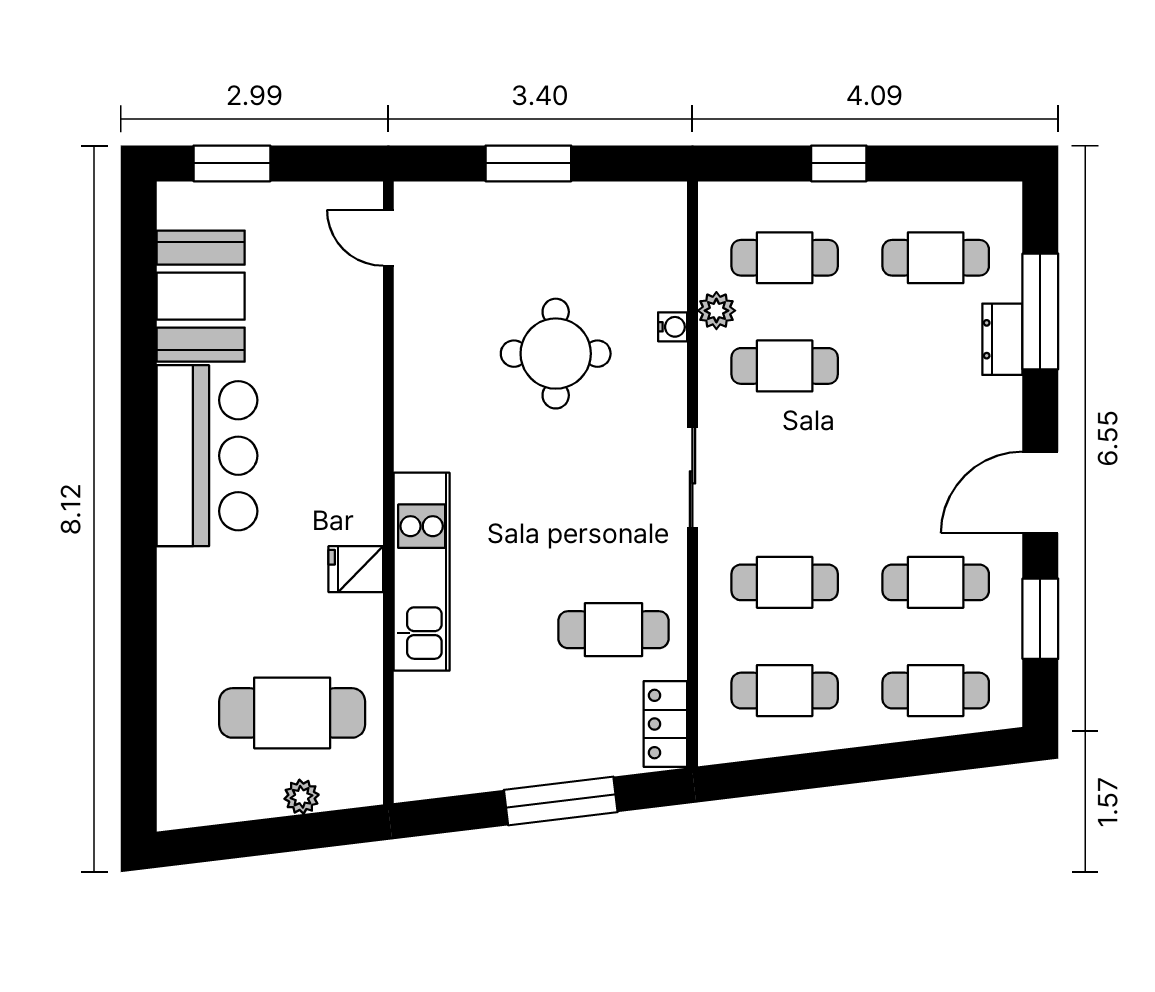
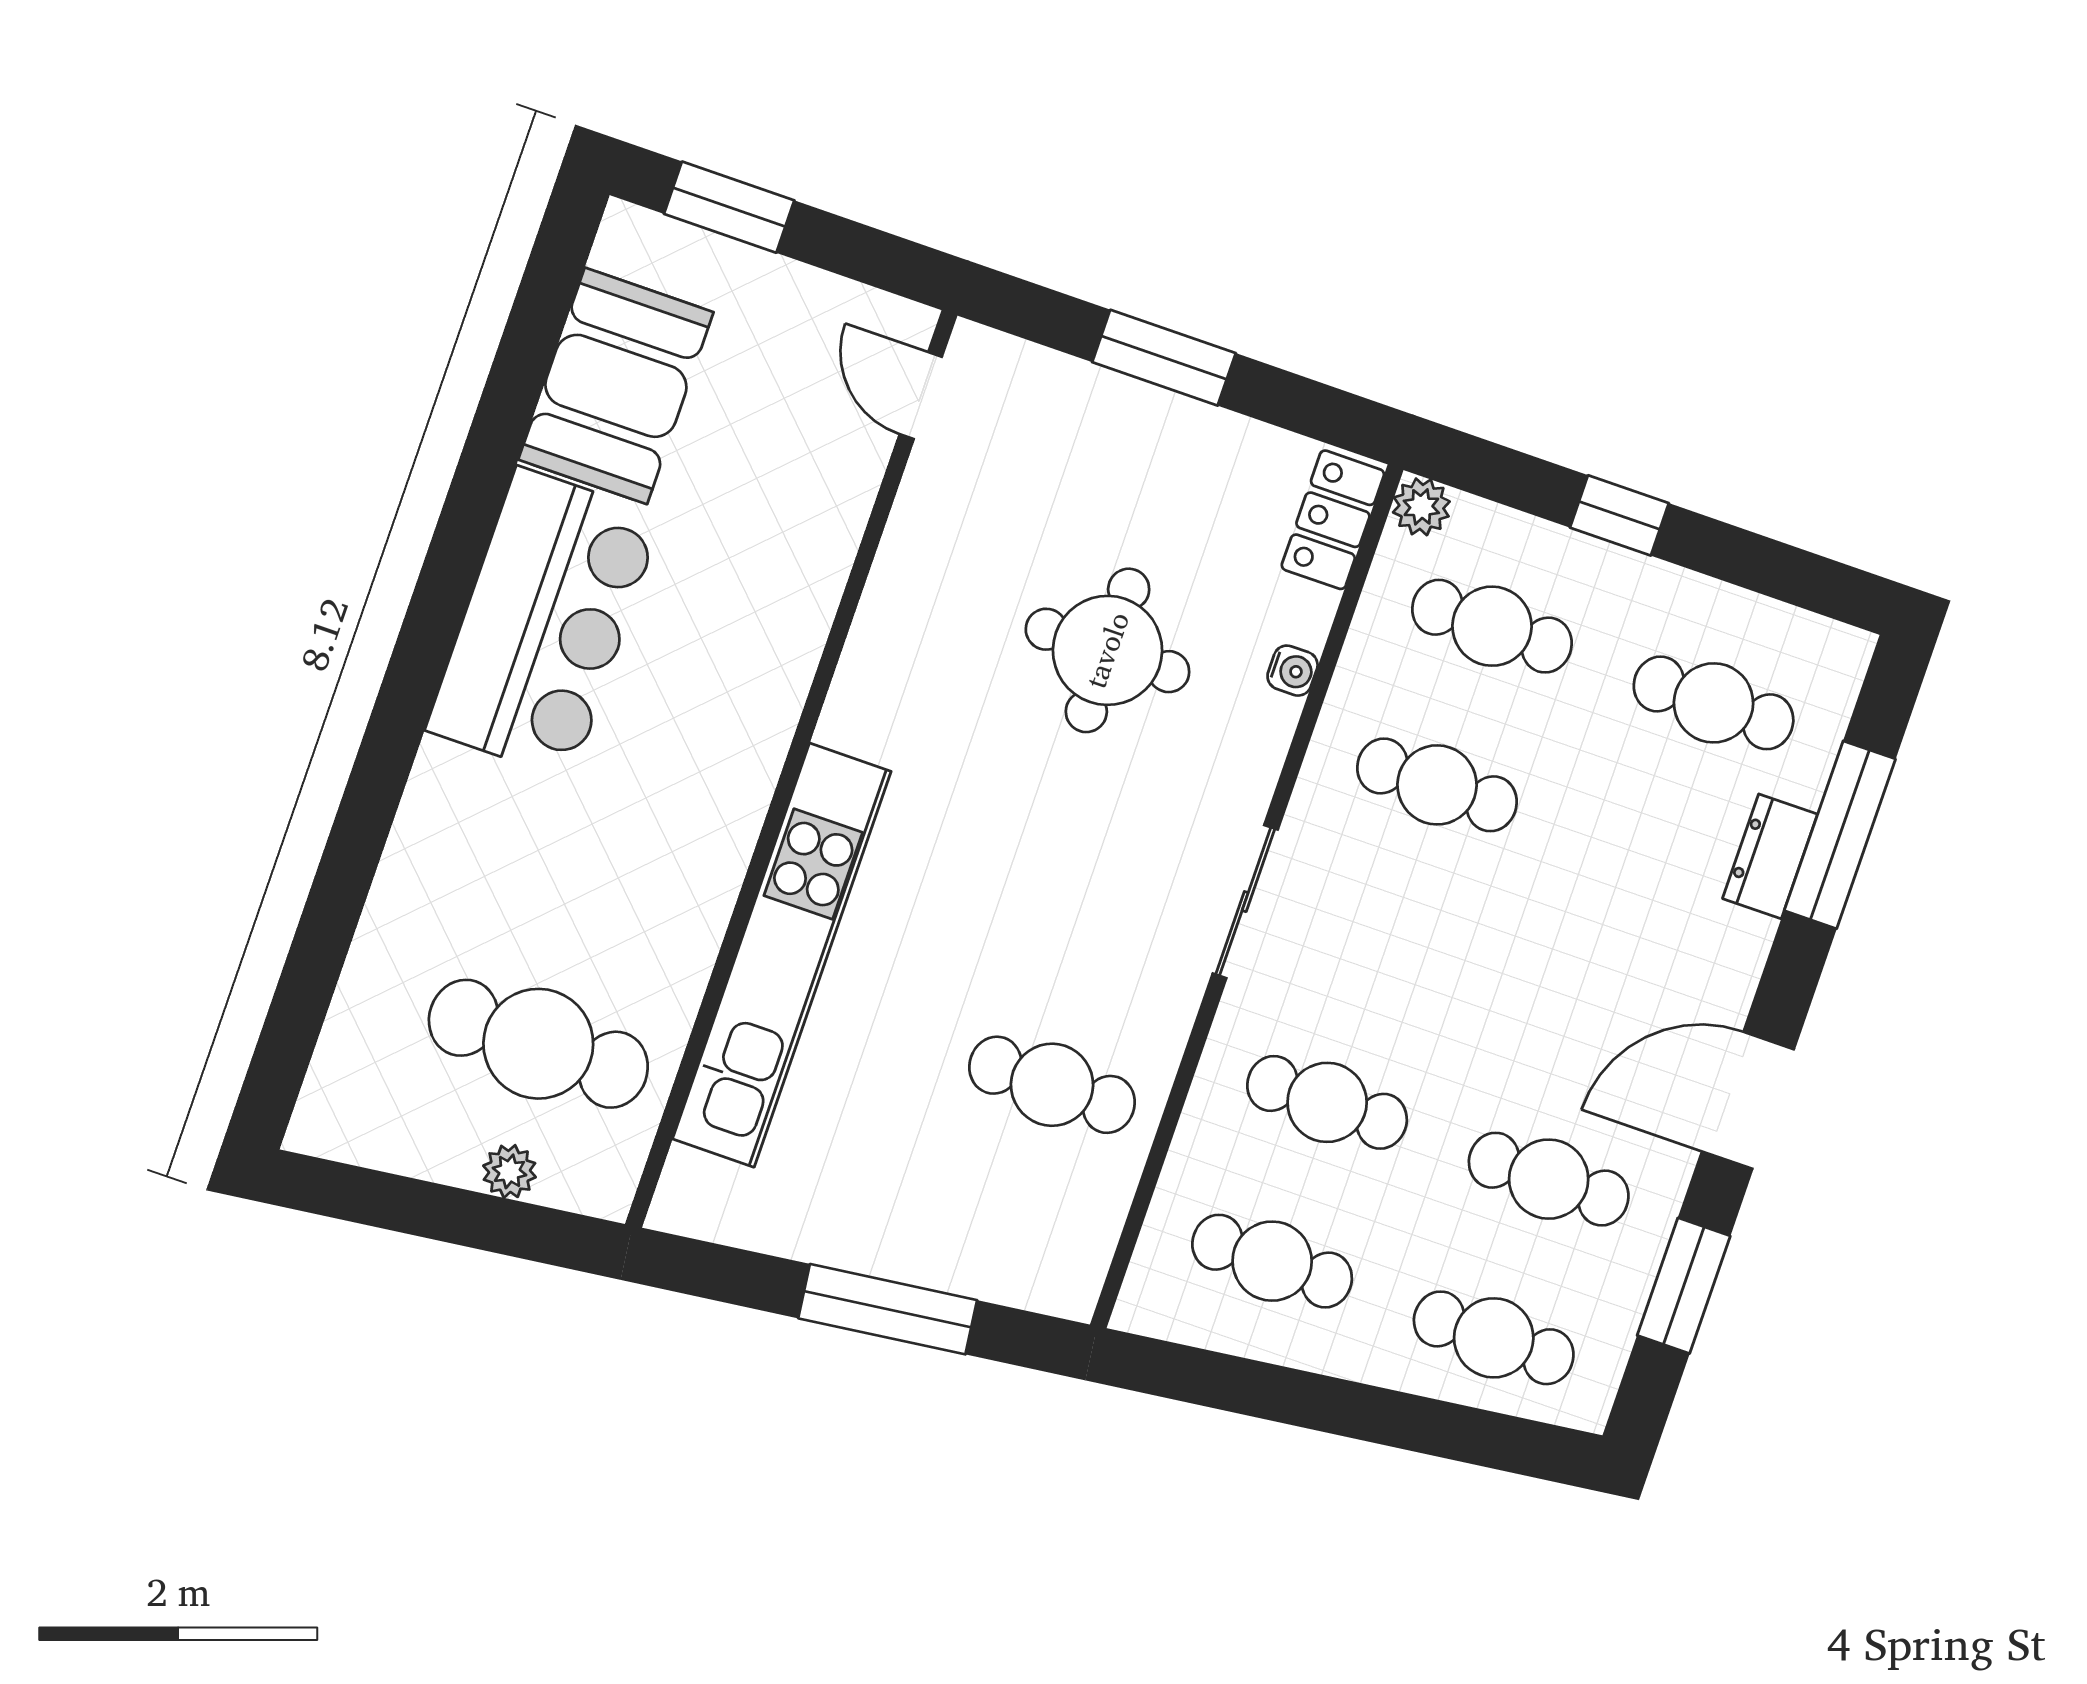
plant: (716, 311) -> (1421, 507), moved
fridge: (356, 569) -> (705, 865), removed
kitchen unit: (422, 572) -> (782, 955), width x1.36
locker: (665, 724) -> (1333, 520), moved

